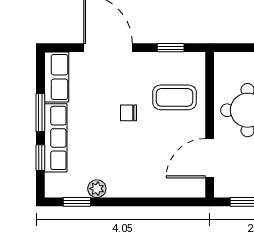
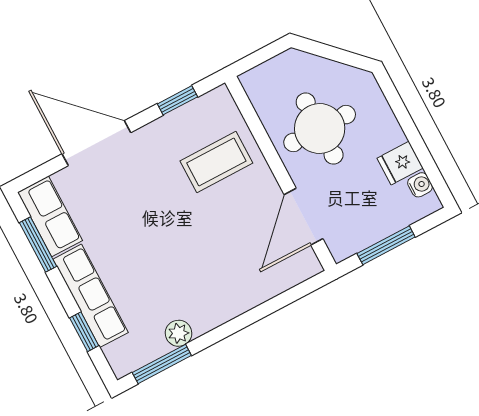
window: (40, 113) -> (38, 244), moved
chair: (128, 113) -> (167, 213), removed
window: (77, 202) -> (162, 364), width x1.50

